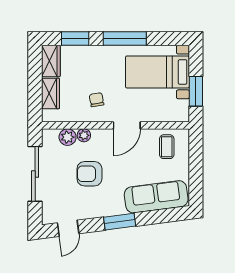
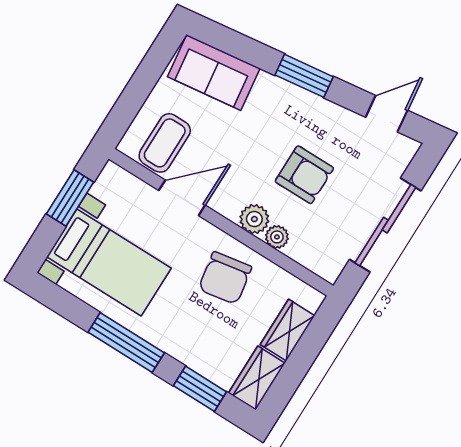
chair: (97, 100) -> (225, 278), width x1.87, depth x1.87
door: (127, 125) -> (182, 198), moved
plant: (68, 137) -> (254, 219), moved
coffee table: (167, 147) -> (165, 143), width x1.36, depth x1.30
sofa: (156, 197) -> (214, 73), width x0.73

